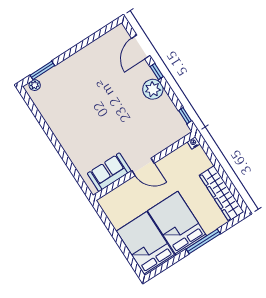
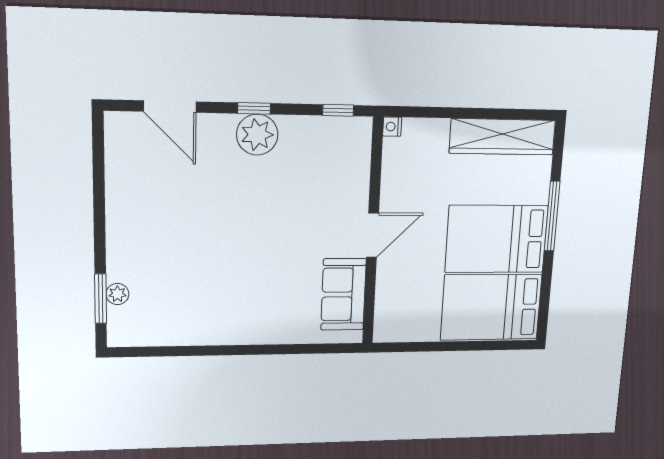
window: (157, 72) -> (254, 108), moved
plant: (35, 85) -> (117, 294), moved

